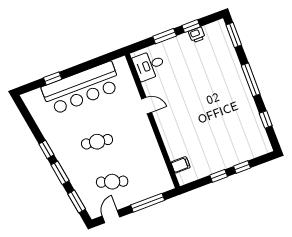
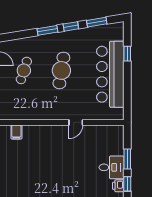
desk: (149, 65) -> (111, 167), moved, turned 90
cafe table: (97, 142) -> (61, 70), width x1.37, depth x1.35
window: (77, 202) -> (97, 22), moved

